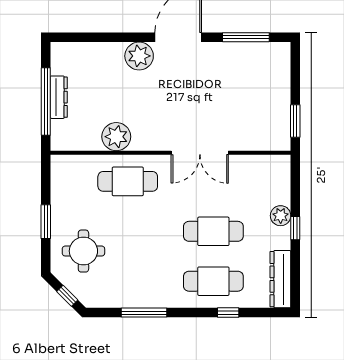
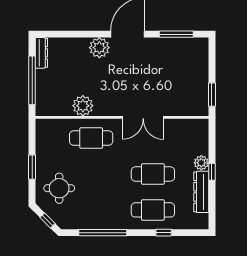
dresser: (59, 97) -> (41, 53), moved
dresser: (280, 279) -> (201, 192), moved
window: (144, 313) -> (103, 233), width x1.46

